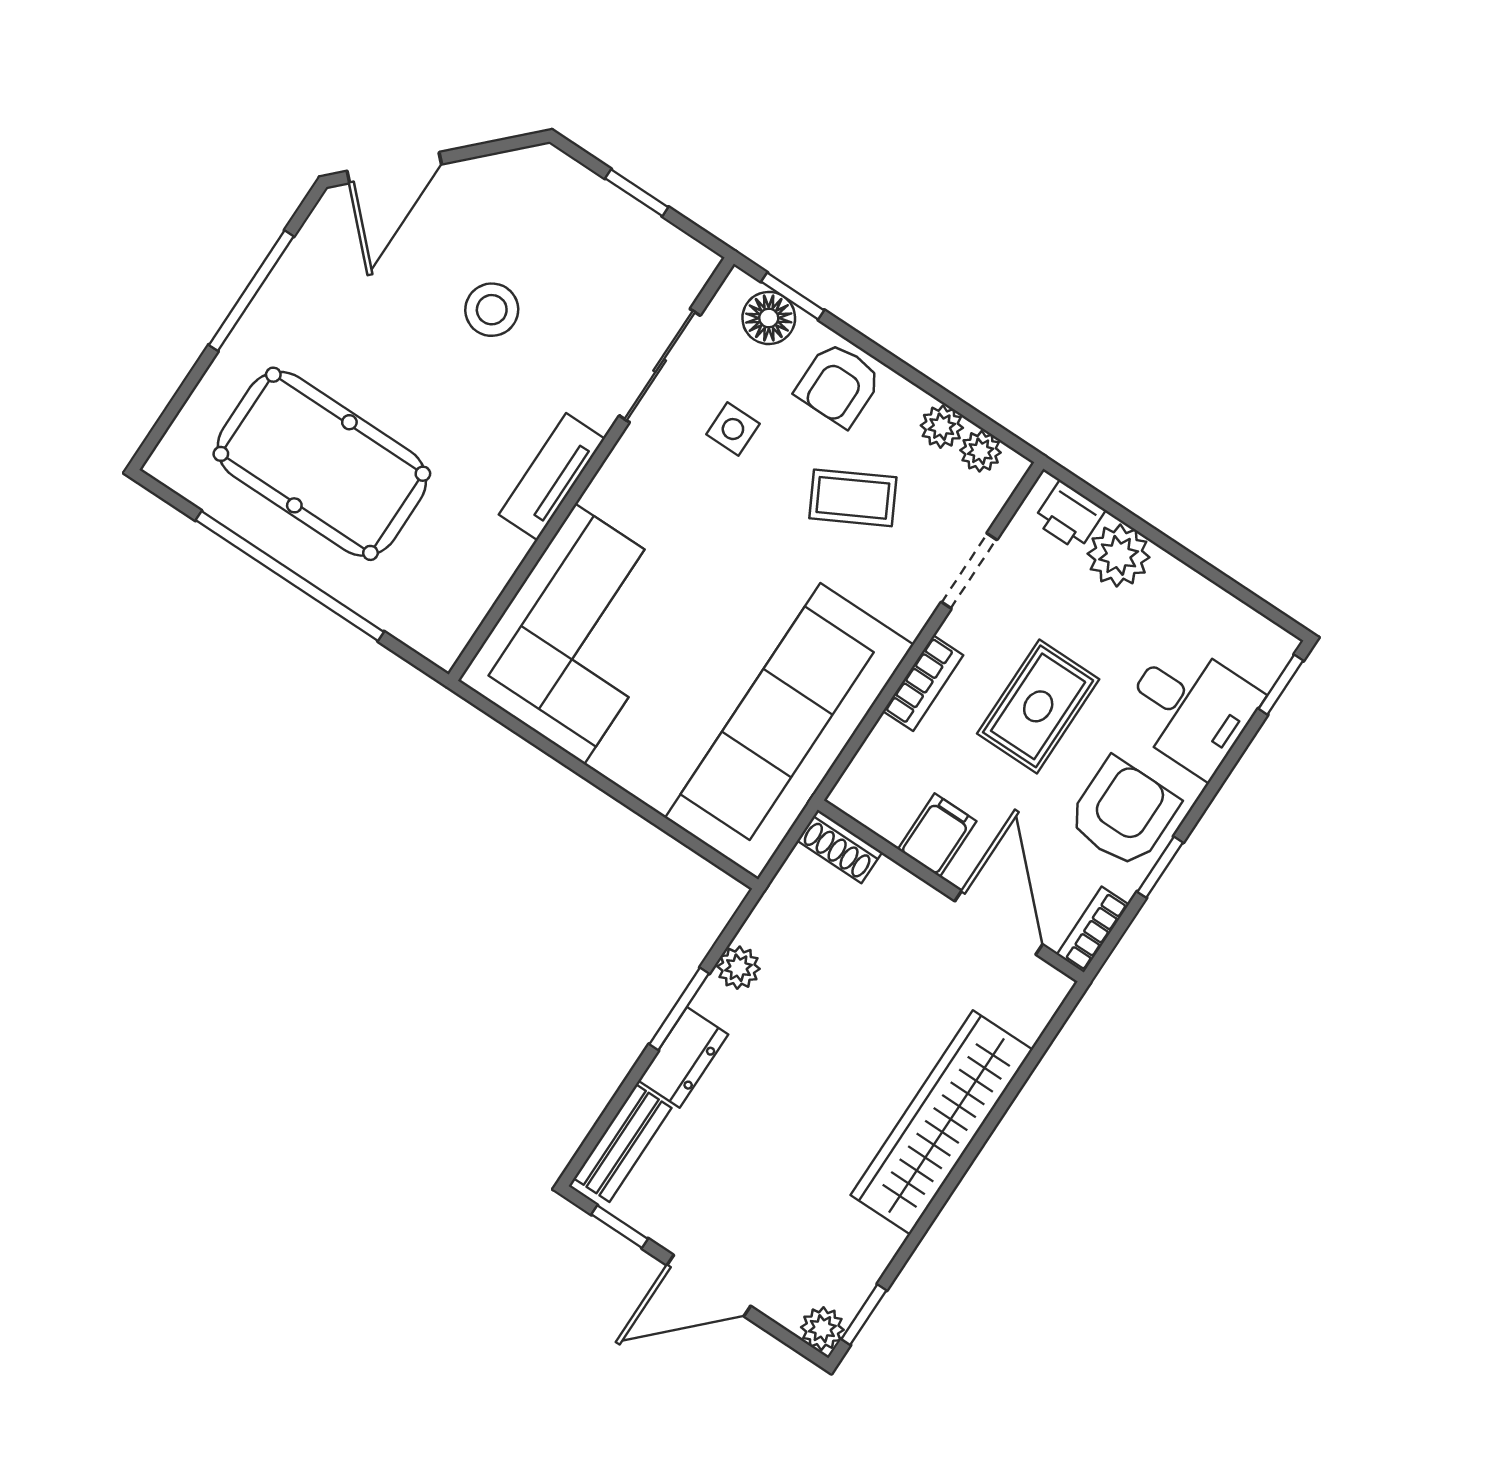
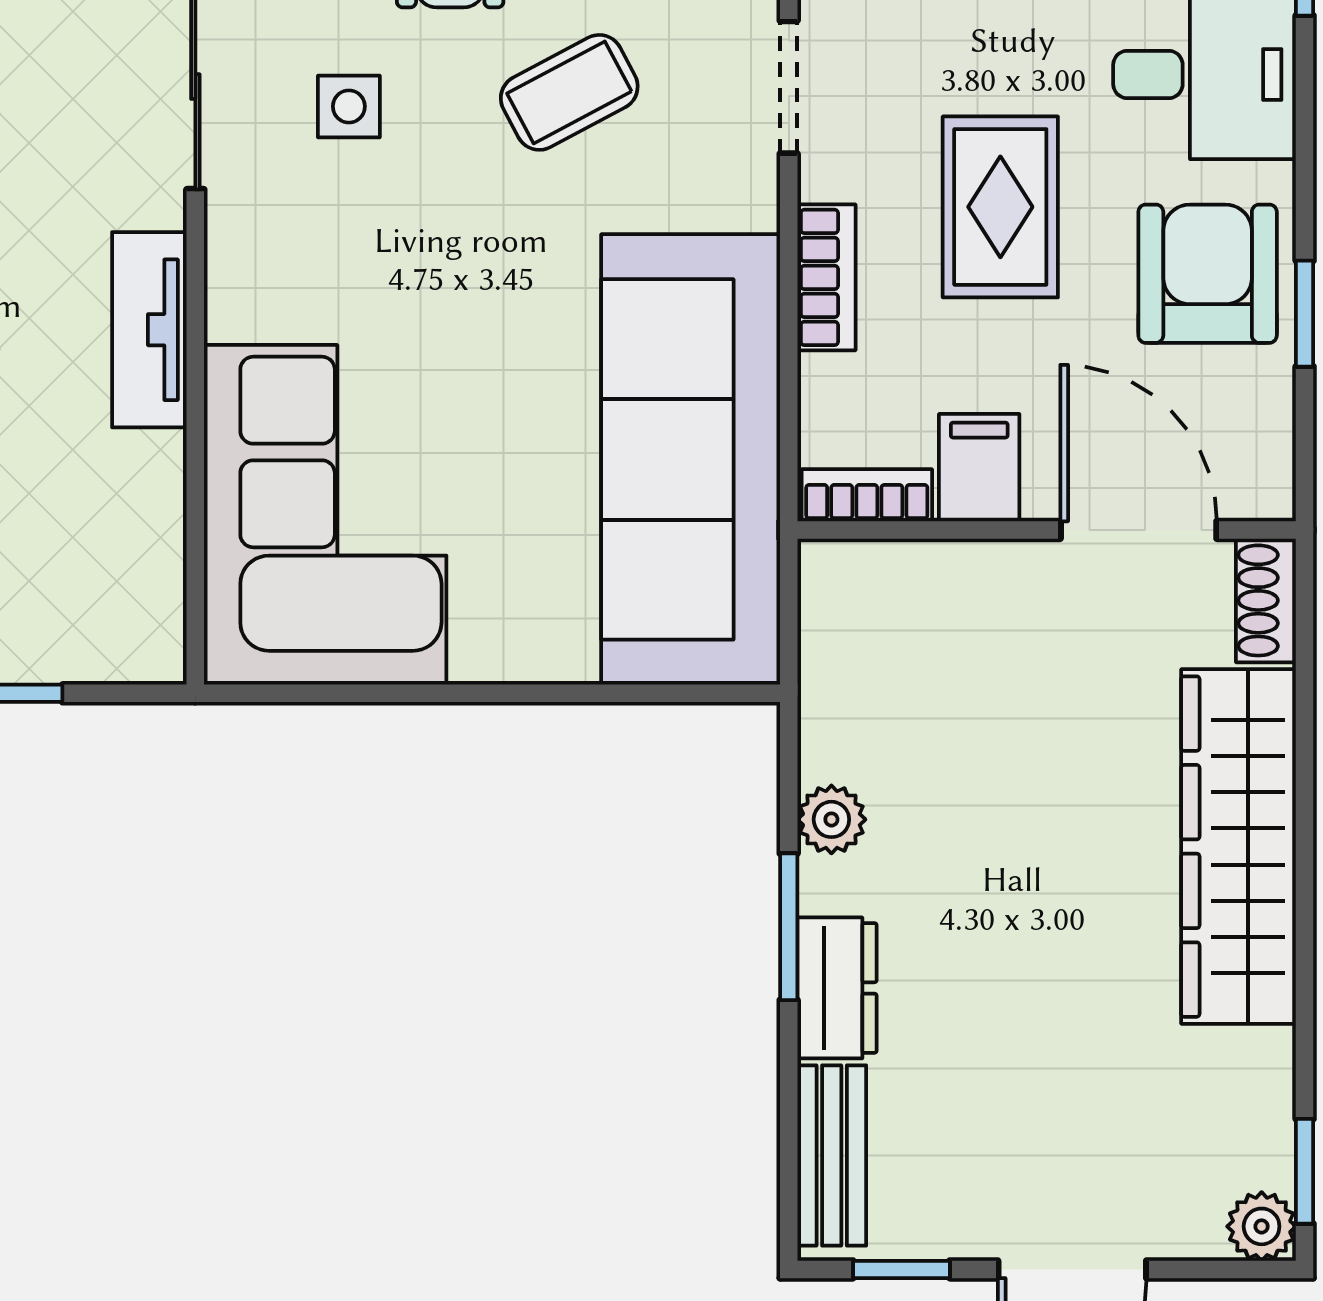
shoe rack: (840, 846) -> (1266, 600), moved, turned 90
bookcase: (1093, 929) -> (867, 495), moved, turned 90

